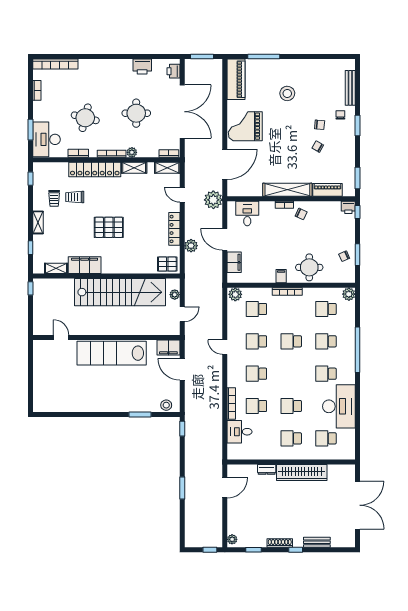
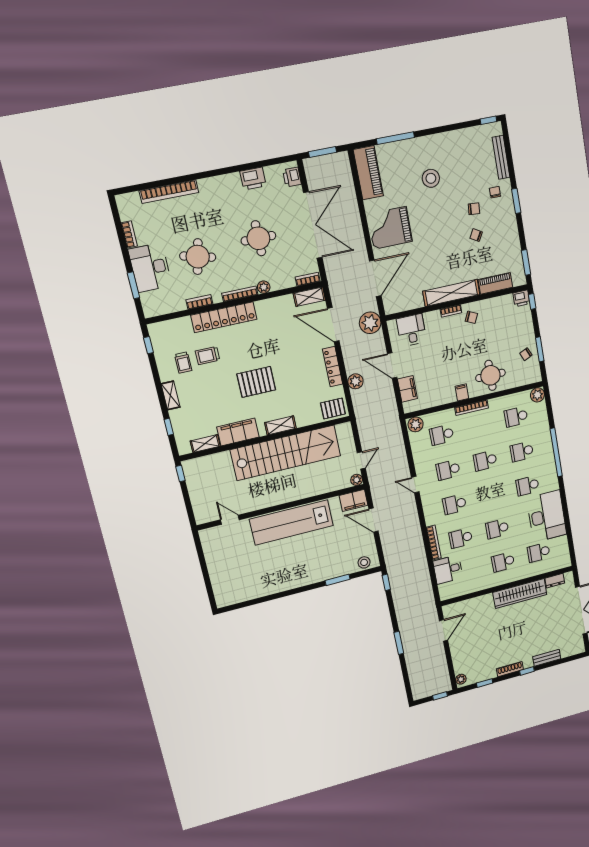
window: (345, 57) -> (488, 120), added
bookcase: (55, 64) -> (169, 192), moved
desk: (46, 139) -> (150, 268), moved
shelving: (134, 168) -> (280, 425), moved
door: (182, 195) -> (333, 325), width x1.88
plant: (175, 295) -> (357, 480), moved
dresser: (267, 469) -> (555, 581), moved

